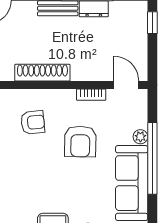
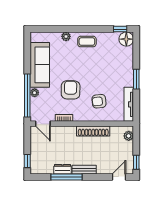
window: (152, 158) -> (27, 96), moved

